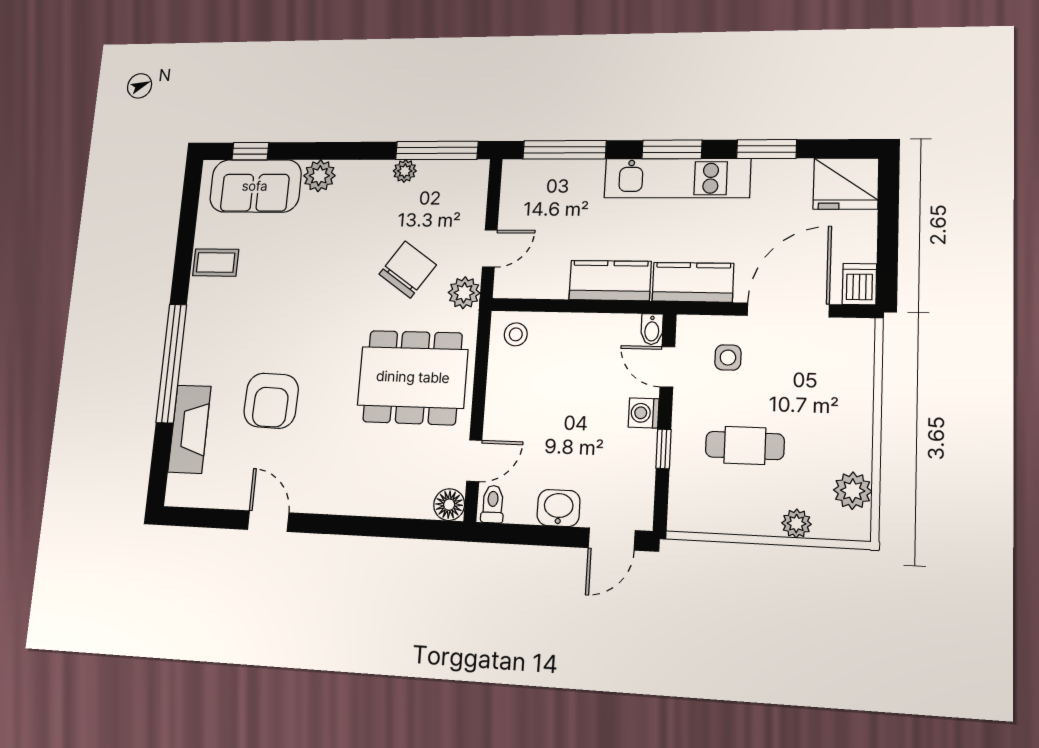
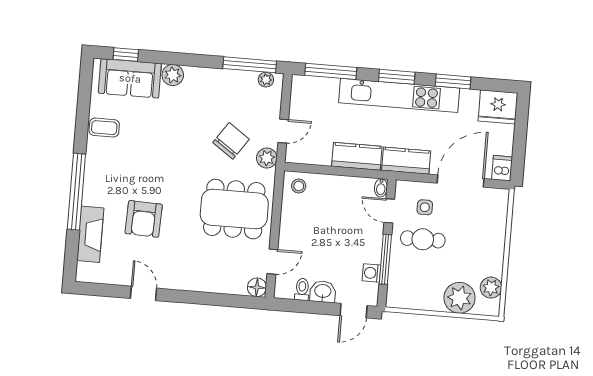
plant: (405, 171) -> (266, 80), moved
kitchen unit: (677, 178) -> (399, 95), width x1.36
washing machine: (644, 413) -> (372, 273), moved
cafe table: (745, 445) -> (423, 239), moved
window: (663, 449) -> (385, 259), width x2.17
toilet: (493, 504) -> (302, 289), moved
plant: (796, 524) -> (460, 298), width x1.87, depth x1.87

